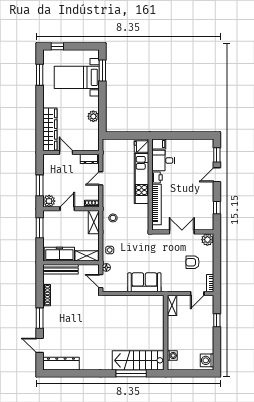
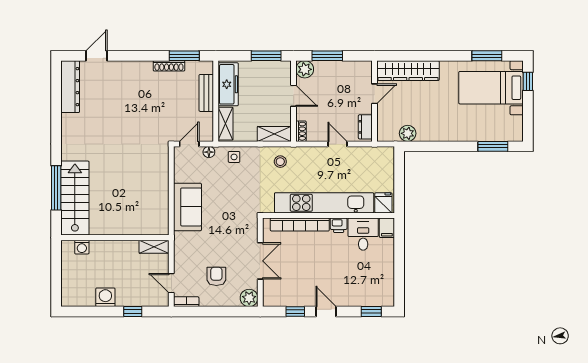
bed with nightstands: (77, 77) -> (491, 88), moved, turned -90
plant: (93, 116) -> (408, 133), moved
door: (217, 175) -> (326, 311), moved
kitchen unit: (141, 178) -> (324, 203), width x1.36
bench: (61, 269) -> (206, 93), width x0.73
window: (40, 318) -> (184, 56), moved
washing machine: (207, 360) -> (105, 297), moved

